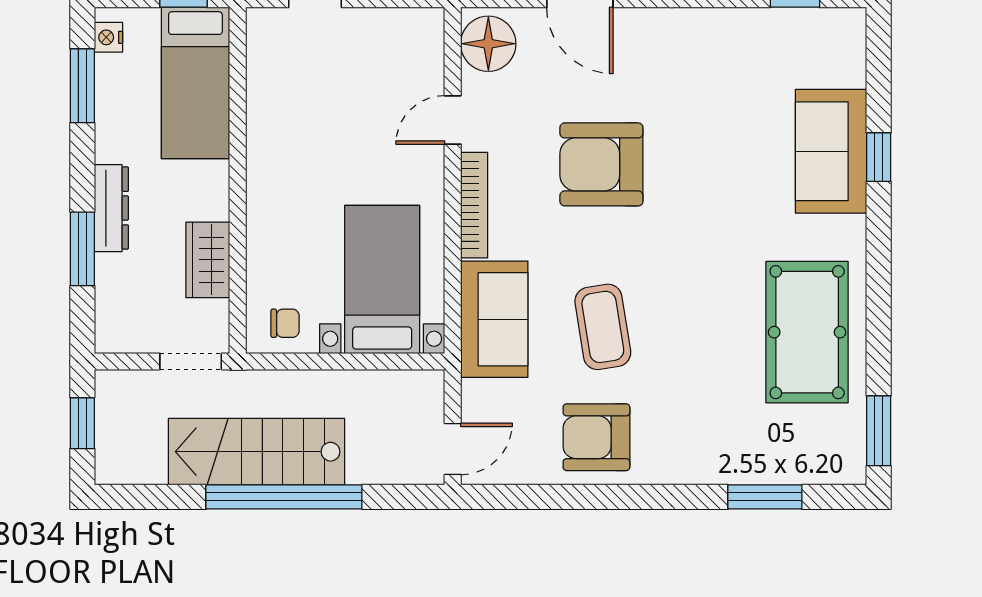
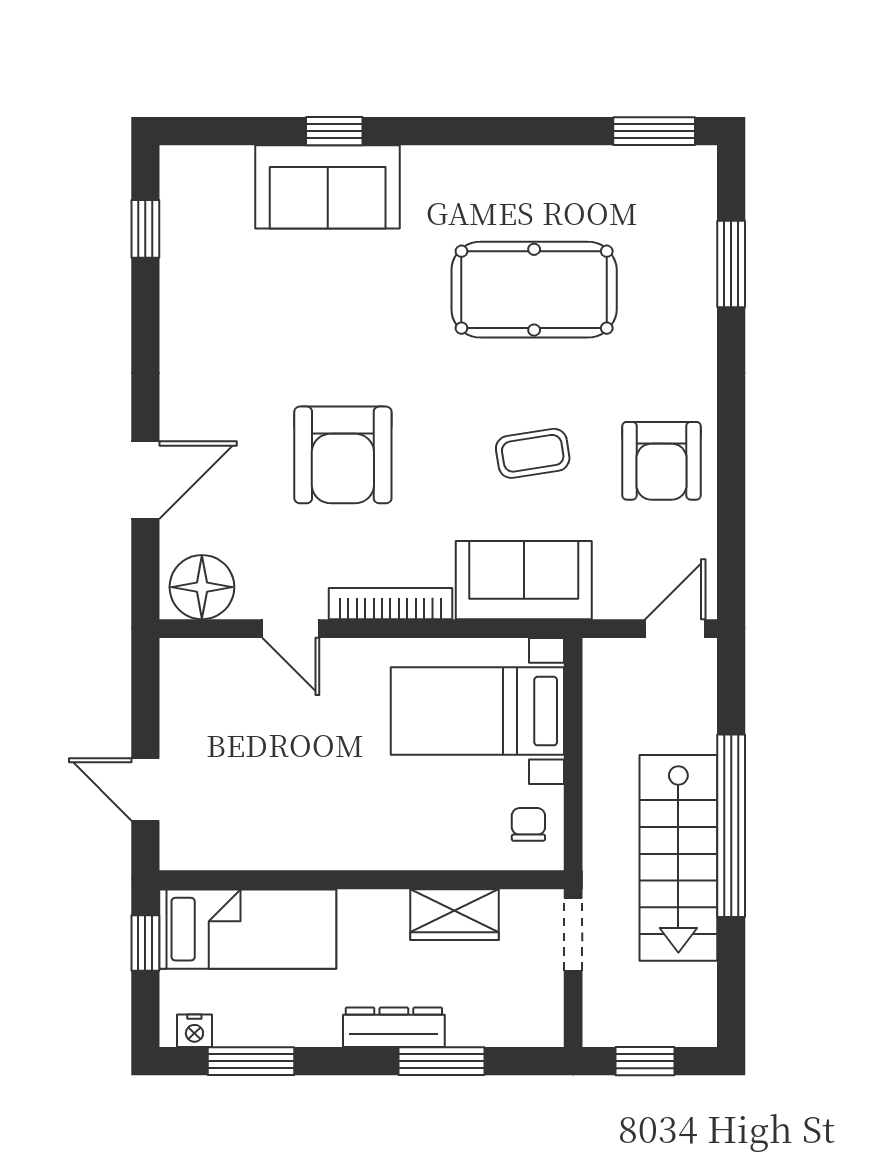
coffee table: (603, 327) -> (533, 453), width x0.73, depth x0.77
pool table: (807, 332) -> (534, 290), moved
door: (453, 449) -> (675, 629), hinge flipped

